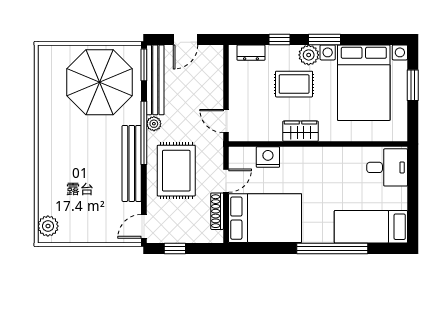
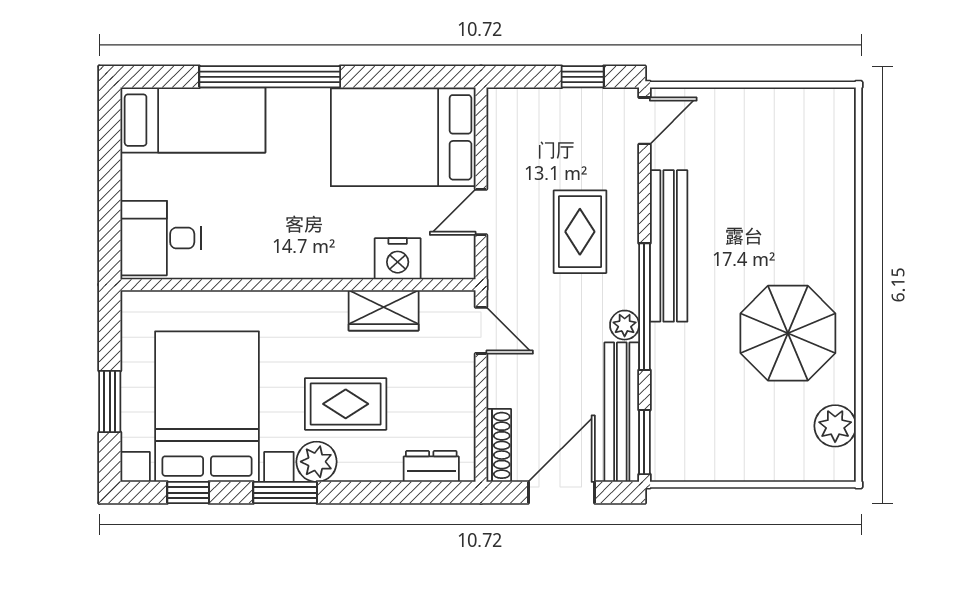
door: (186, 40) -> (562, 493), width x1.38
window: (279, 40) -> (188, 493), moved
parasol: (99, 82) -> (788, 333), moved, width x0.73, depth x0.73
wardrobe: (301, 131) -> (384, 310), moved
rug: (176, 171) -> (580, 232), width x0.73, depth x0.70
shoe rack: (217, 211) -> (499, 445), moved
plant: (48, 226) -> (835, 426), moved

